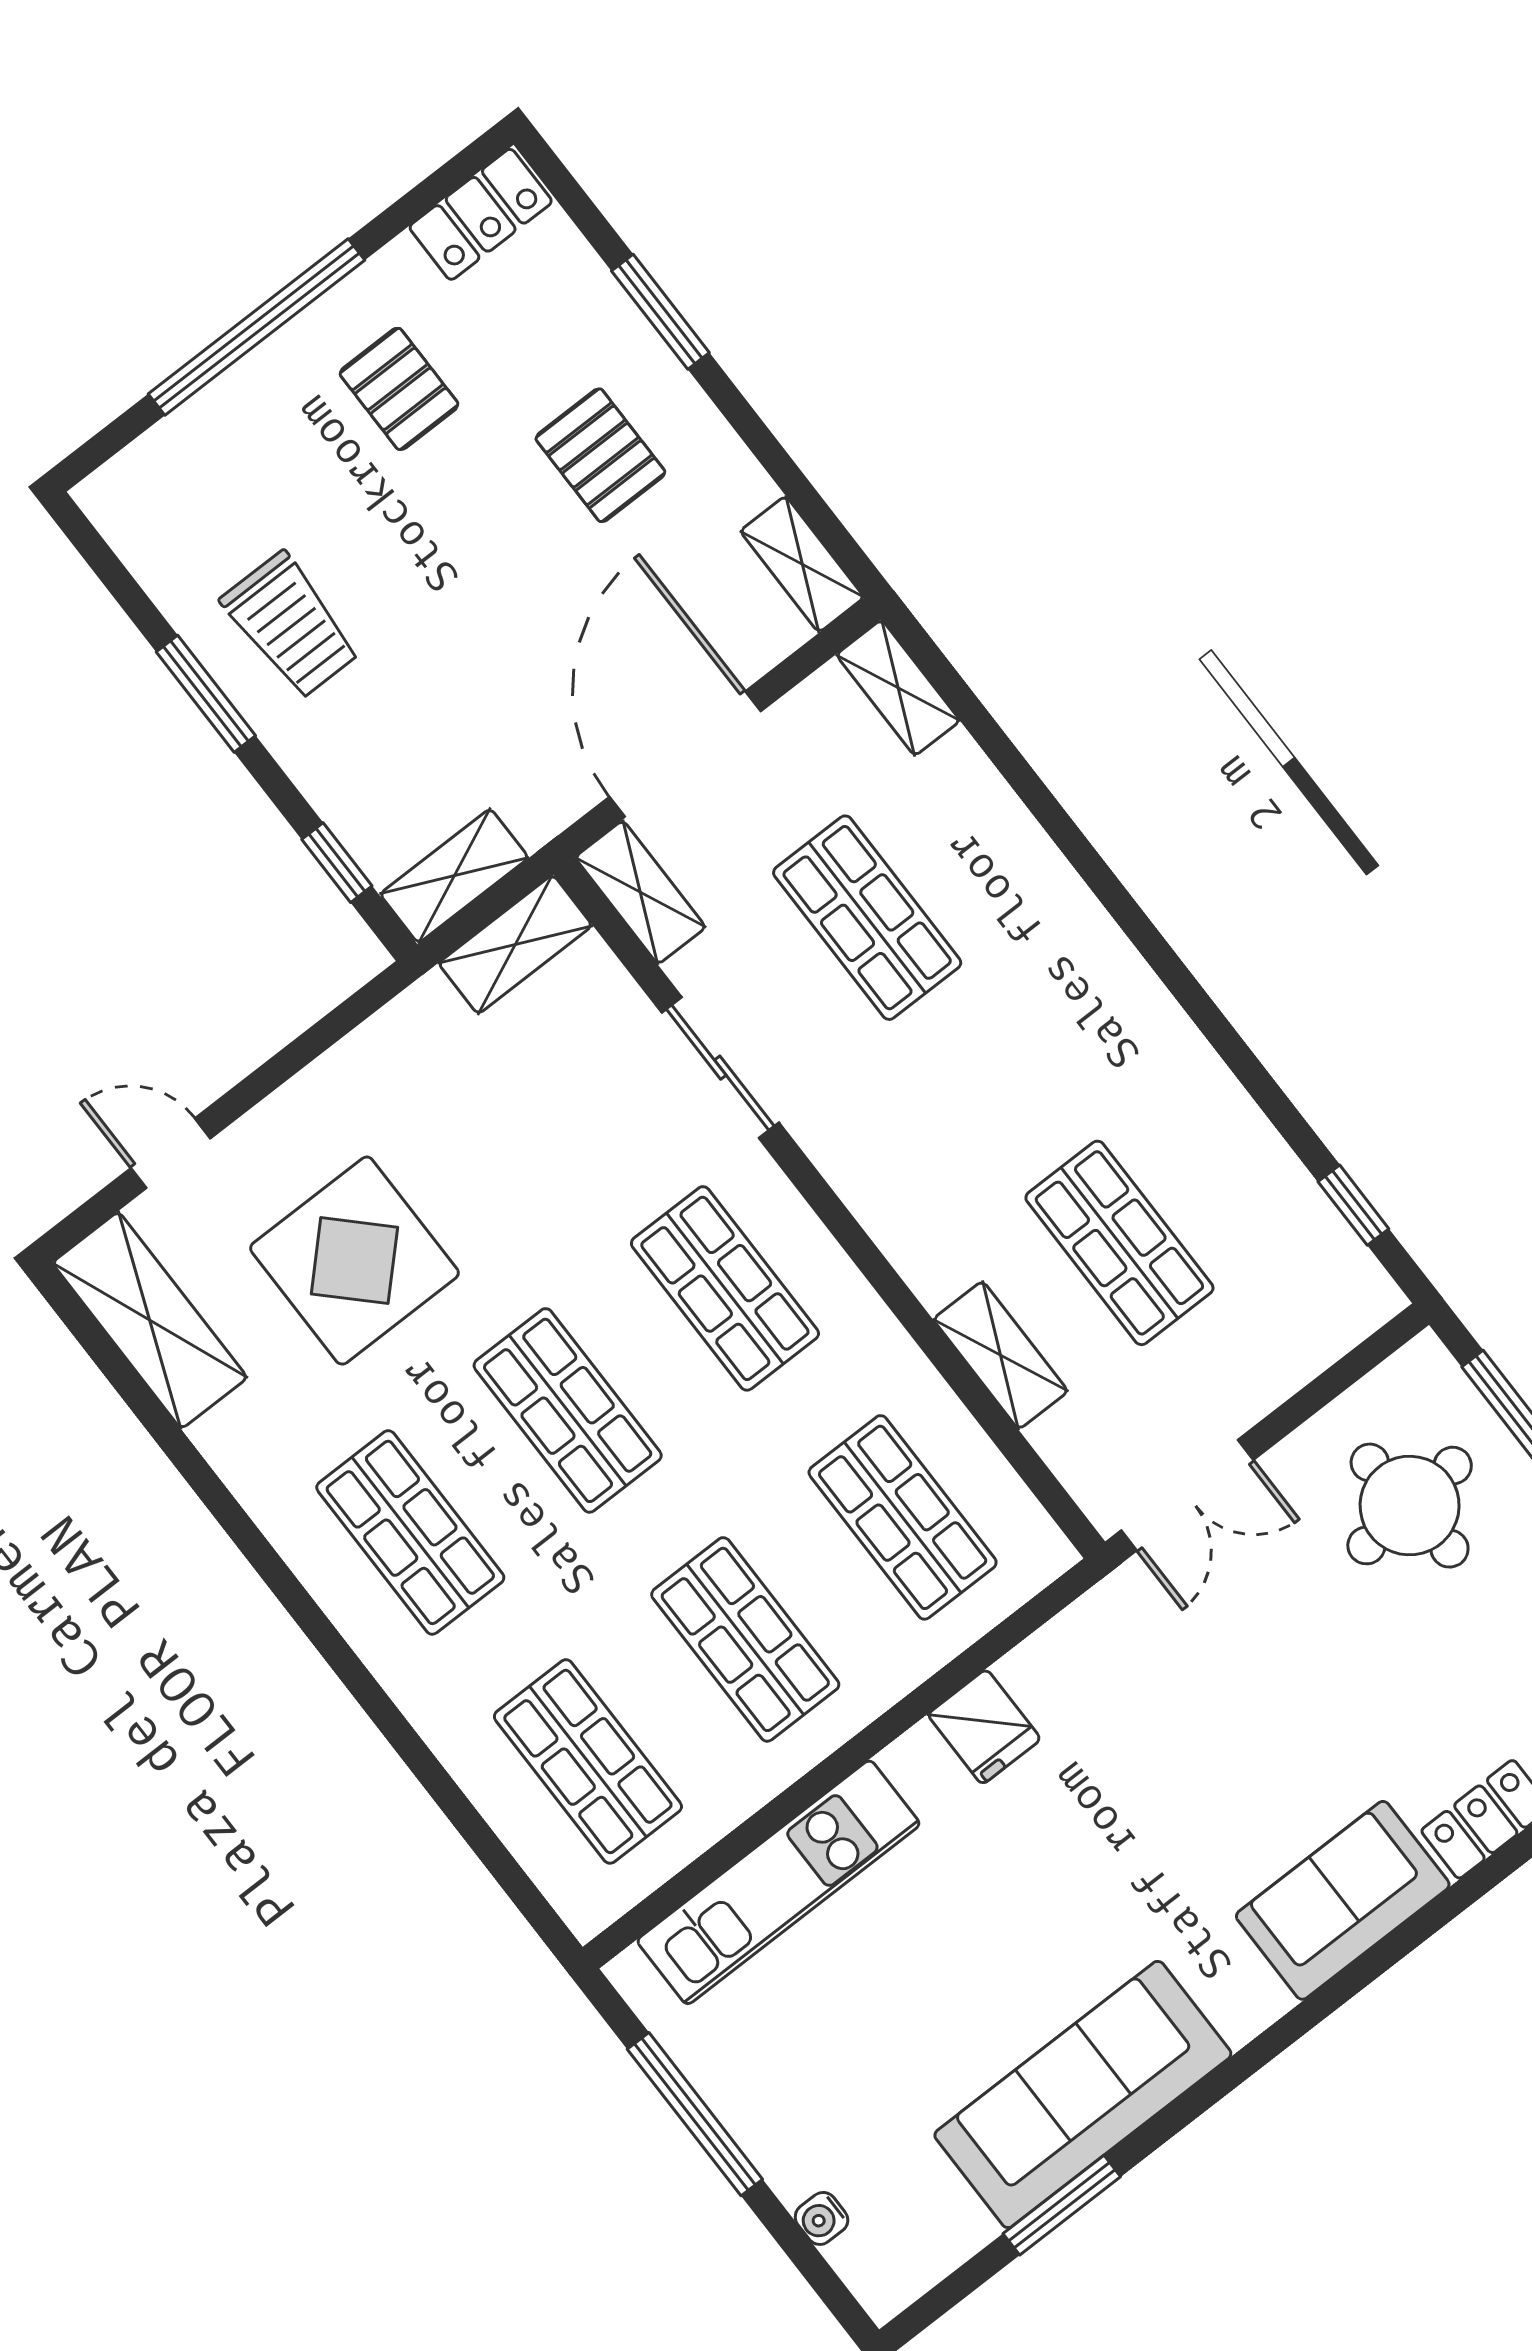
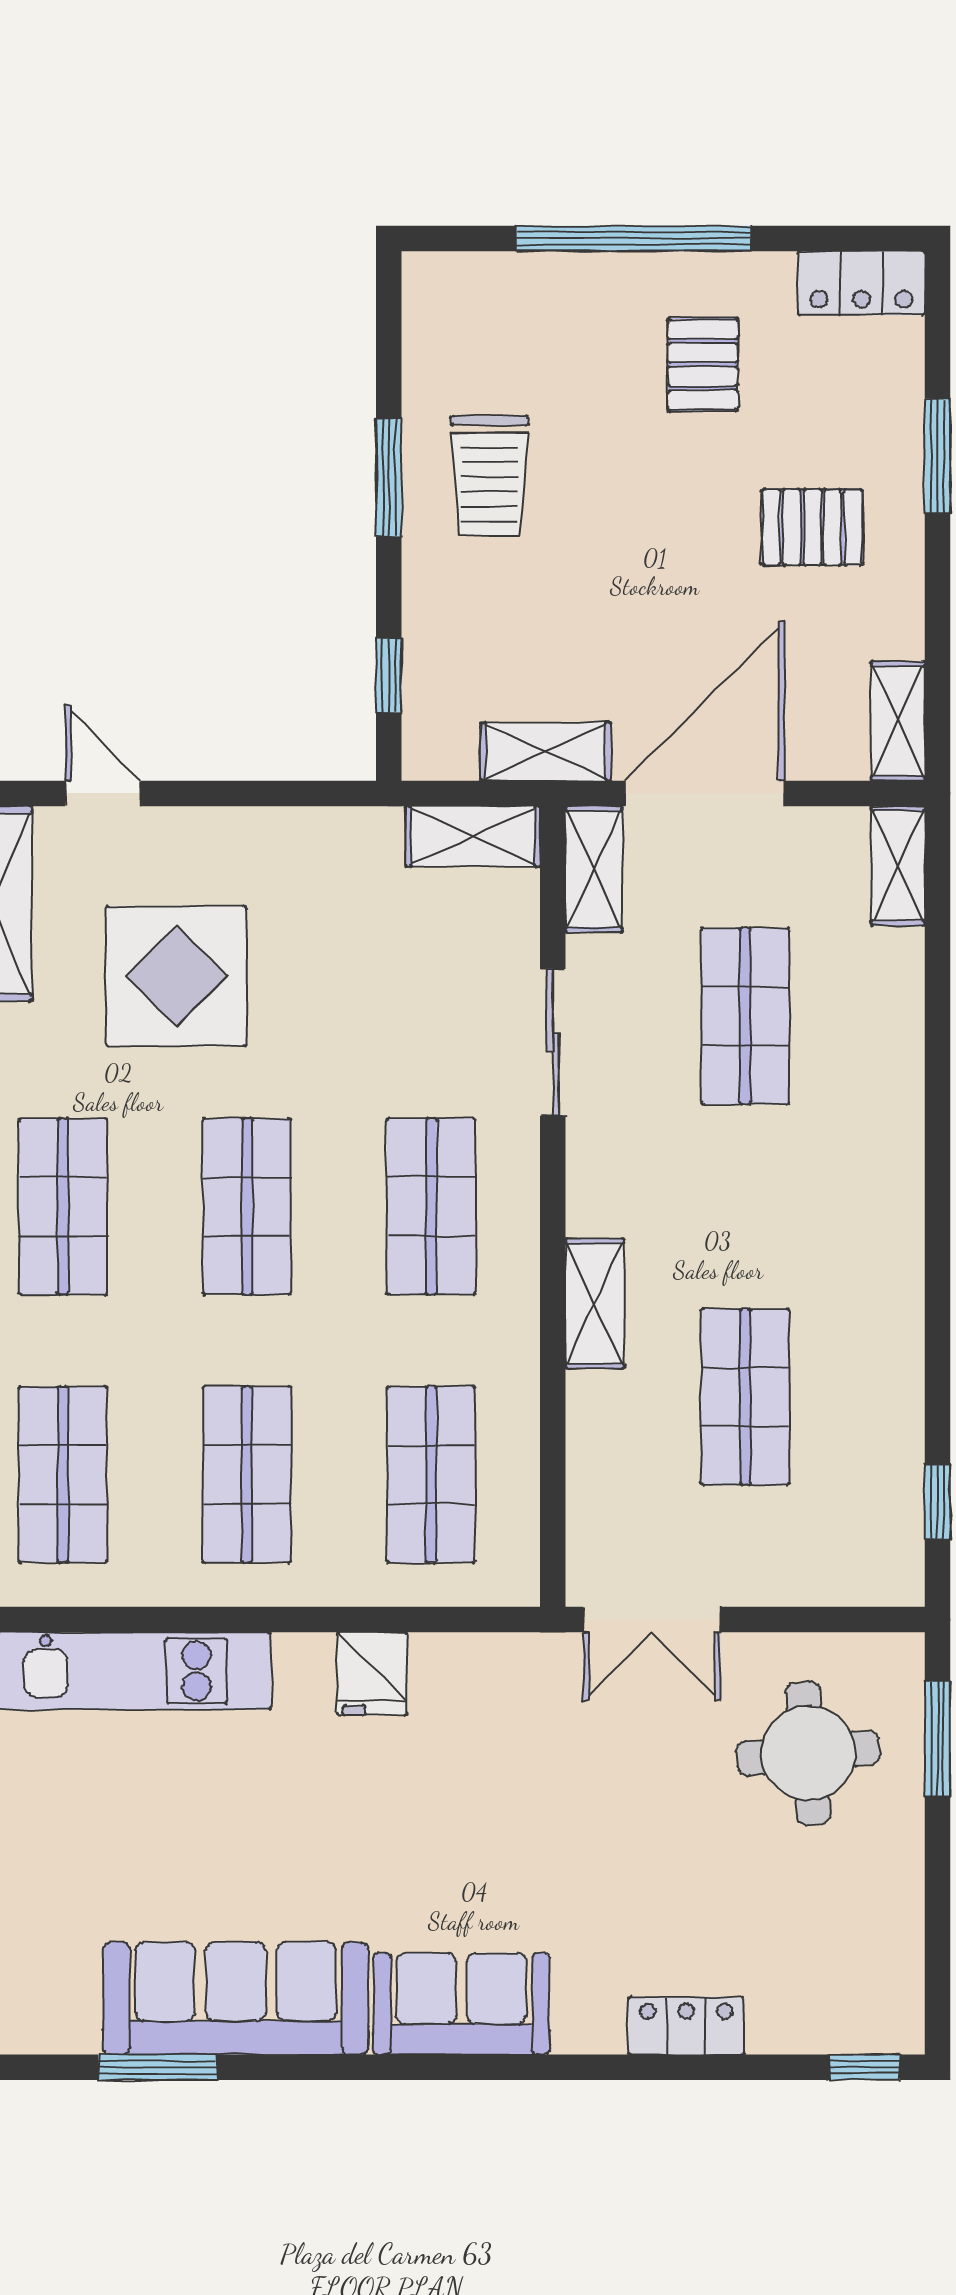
pallet: (600, 455) -> (812, 527), turned 90
shelving: (454, 876) -> (546, 752), moved
shelving: (1001, 1355) -> (595, 1303), moved
sofa: (1343, 1900) -> (461, 2004), moved

